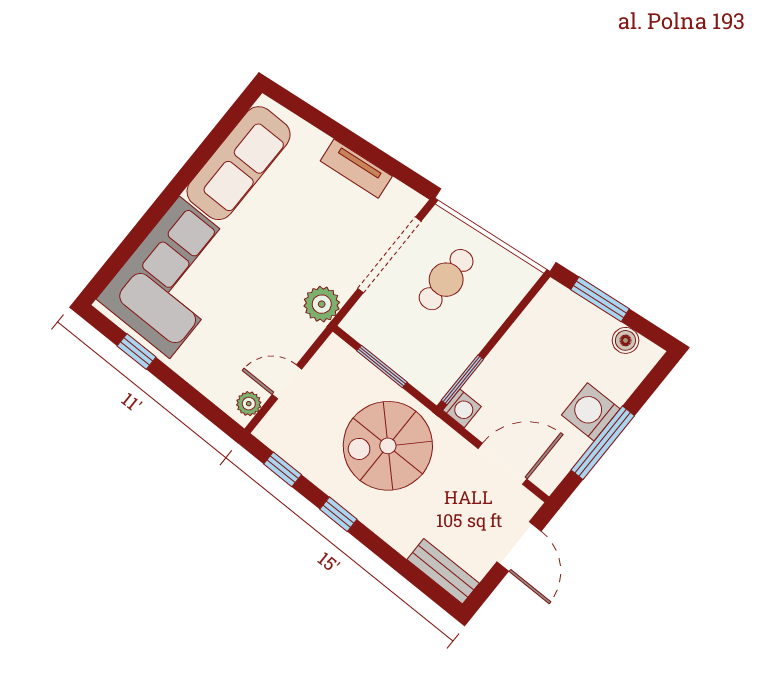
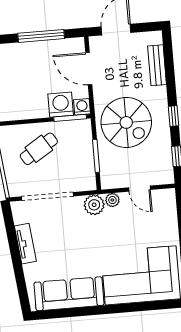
cafe table: (446, 280) -> (39, 149), moved, turned -32
plant: (249, 404) -> (112, 200), moved
washing machine: (591, 412) -> (61, 105), moved, turned 180
bench: (443, 571) -> (157, 65), moved

